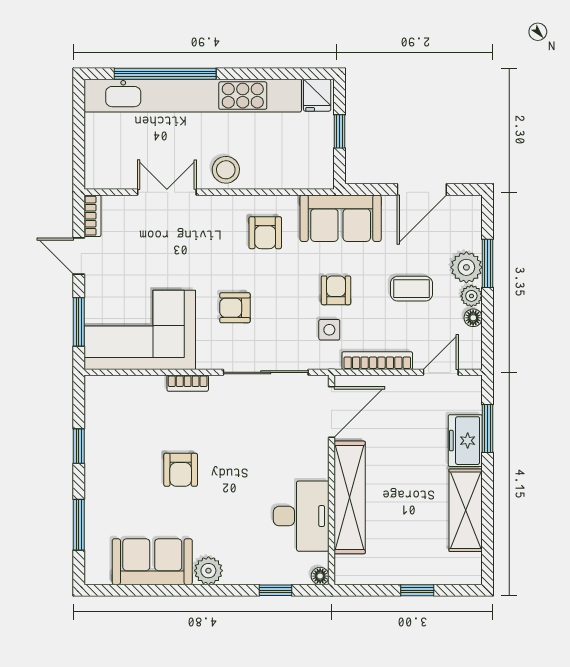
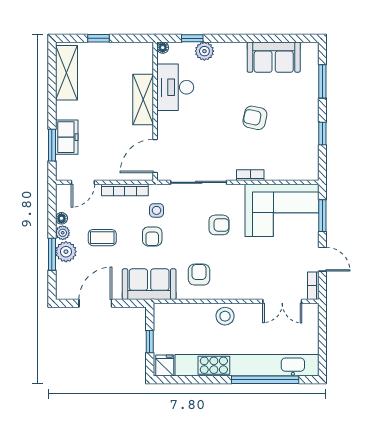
double door: (167, 192) -> (282, 301), moved
armchair: (181, 470) -> (255, 118), turned -78
shelving: (350, 497) -> (143, 99), width x0.68
shelving: (466, 510) -> (66, 73), moved
plant: (208, 571) -> (204, 51), moved

